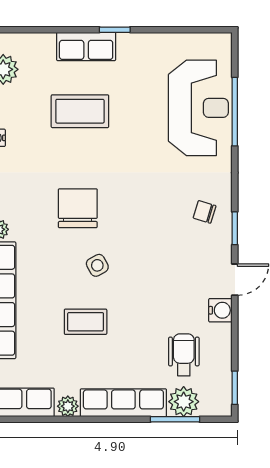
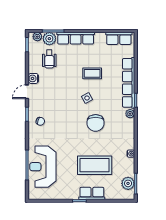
coffee table: (80, 111) -> (95, 165), width x1.36, depth x1.32
plant: (68, 406) -> (37, 37), moved

